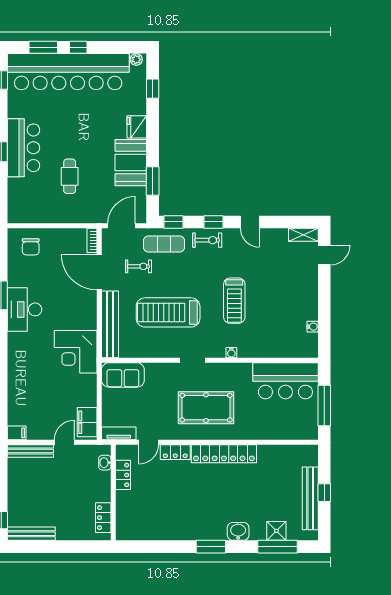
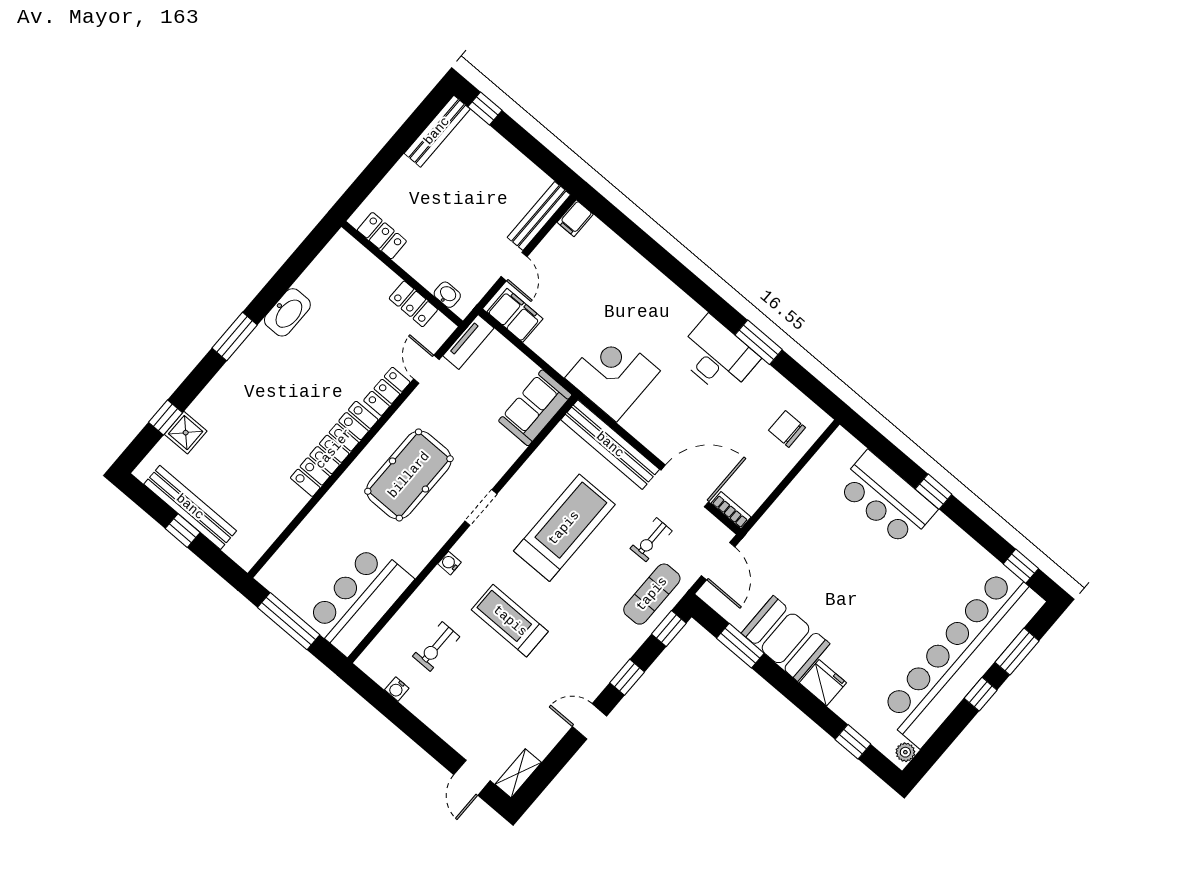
bar counter: (23, 148) -> (887, 498), moved
cafe table: (70, 176) -> (832, 550), removed
exercise bike: (207, 240) -> (436, 646), moved
washbasin: (238, 531) -> (287, 312), moved, width x1.38
window: (277, 547) -> (165, 418), width x0.46

